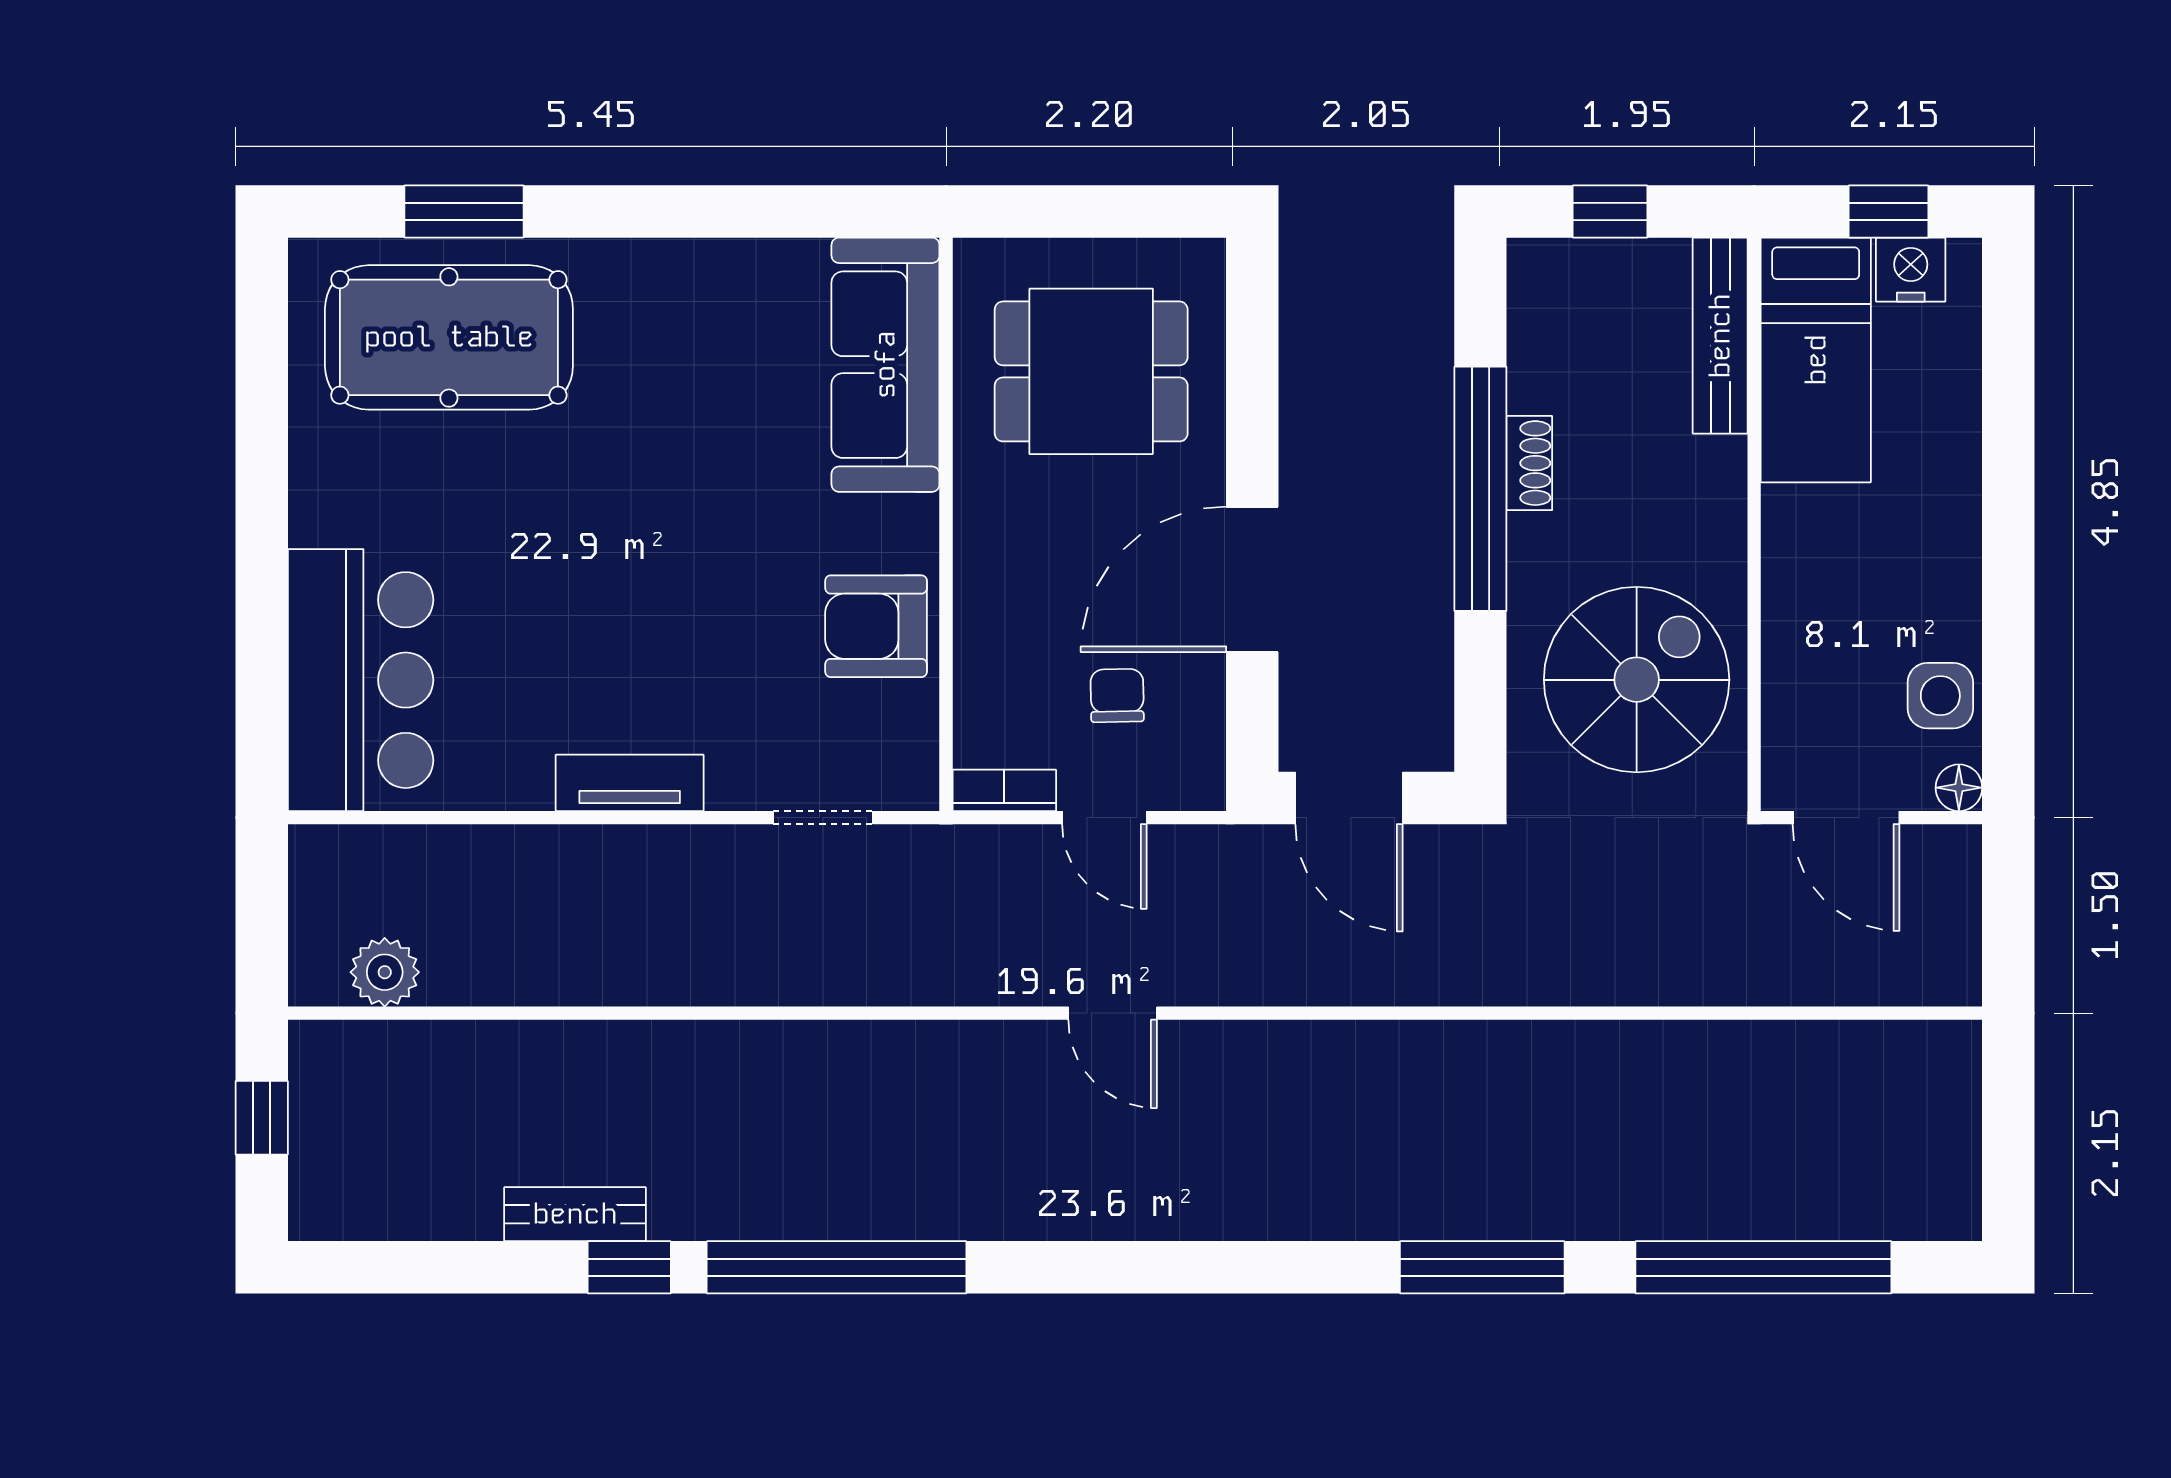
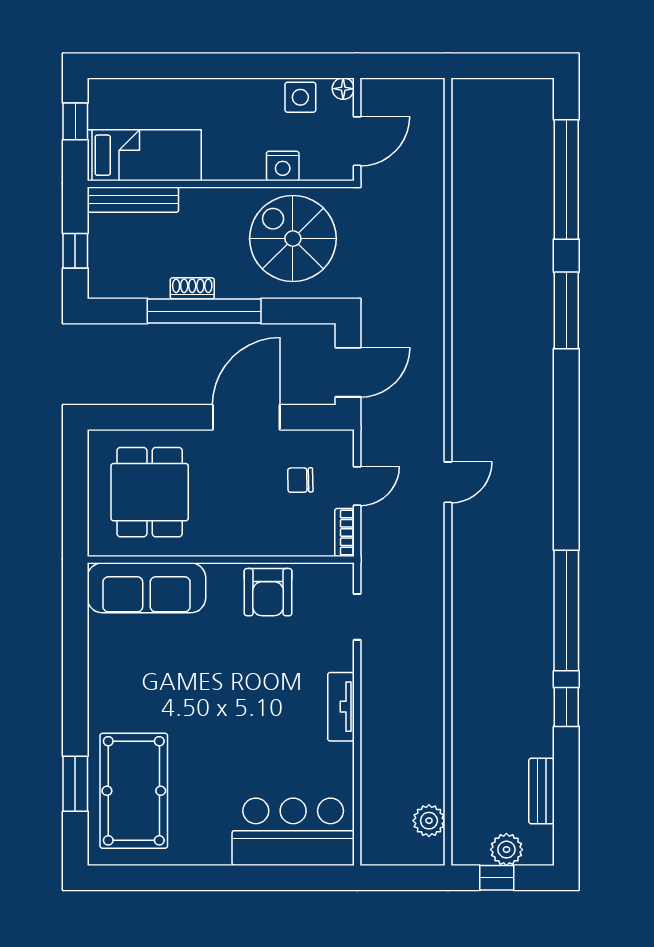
nightstand: (1911, 270) -> (283, 166), moved, turned -90
door: (1252, 579) -> (246, 417), swing flipped
plant: (323, 1139) -> (506, 850), added
bench: (575, 1214) -> (541, 791), moved

